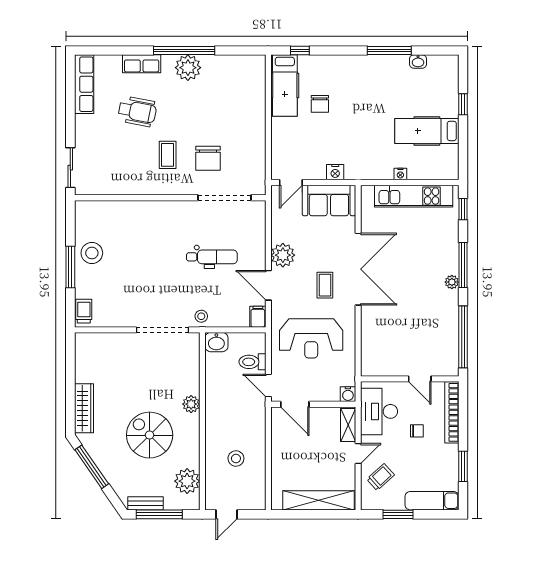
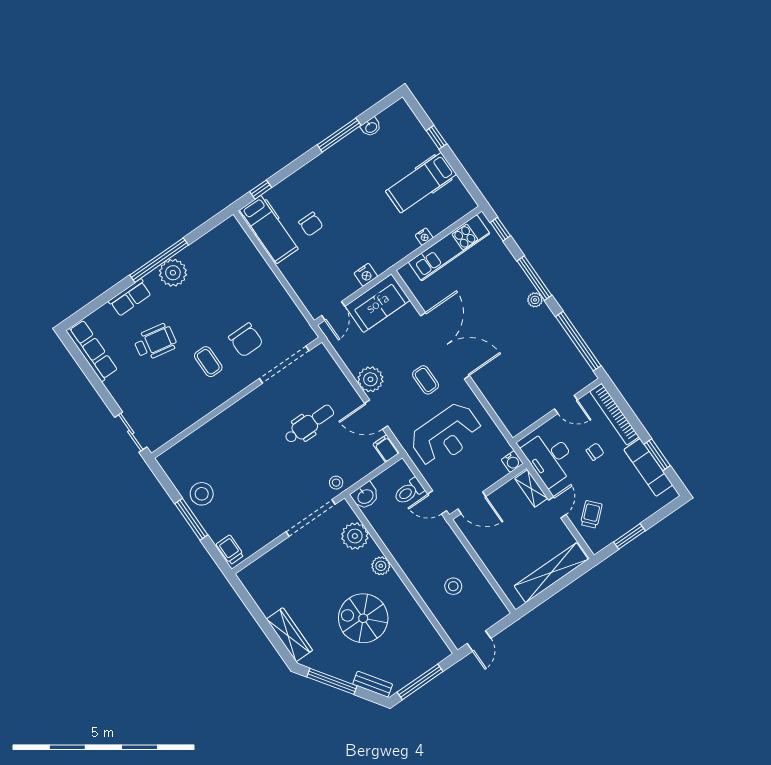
plant: (187, 481) -> (355, 536), moved
exam couch: (432, 501) -> (648, 467), moved, turned -90
bench: (146, 503) -> (373, 684), moved, turned 55

